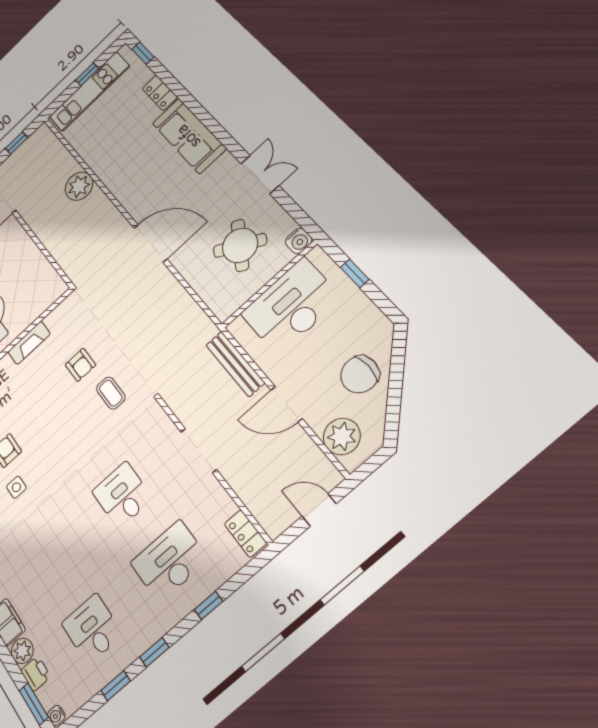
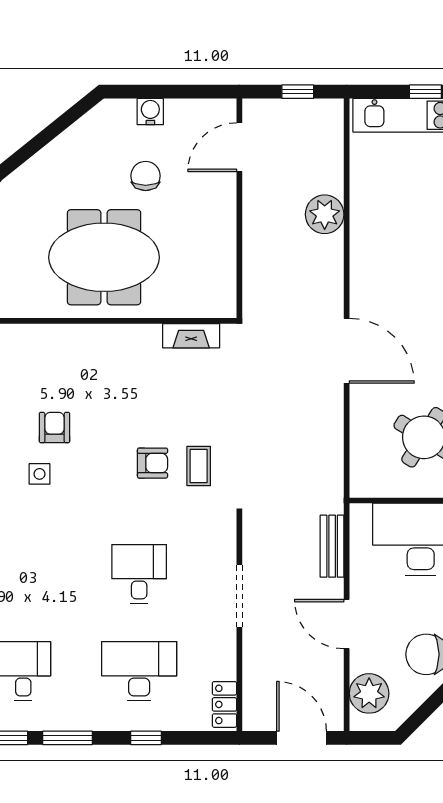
fireplace: (29, 343) -> (191, 336), moved
bench: (235, 364) -> (332, 546), width x0.73
armchair: (80, 365) -> (153, 463), moved, turned -90
door: (319, 510) -> (302, 738), width x1.38
window: (154, 652) -> (68, 738), width x1.50

